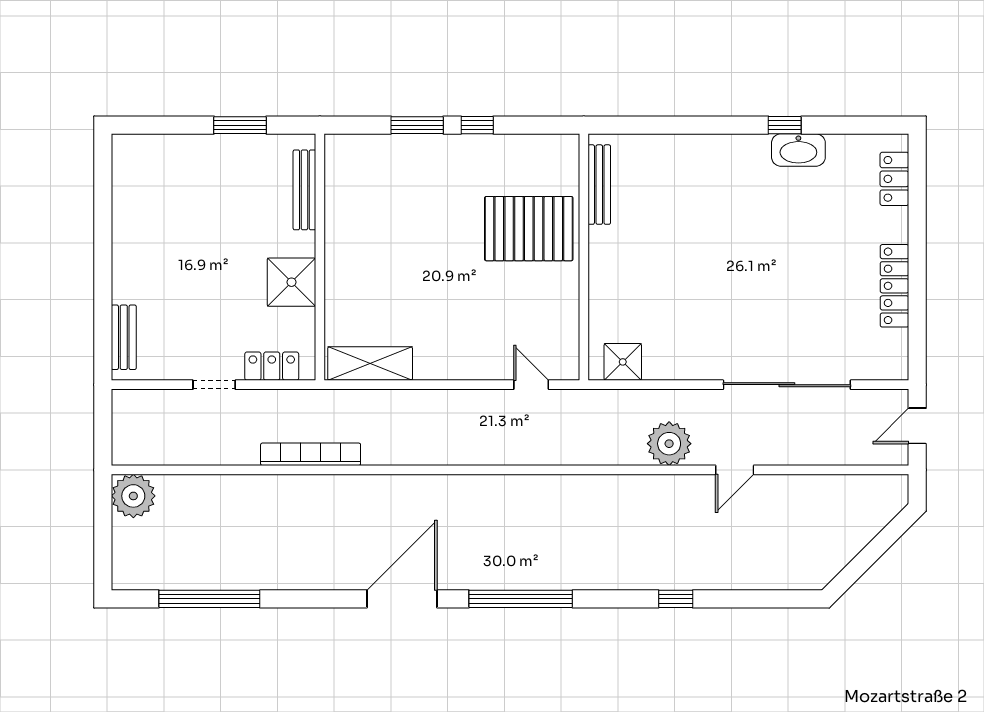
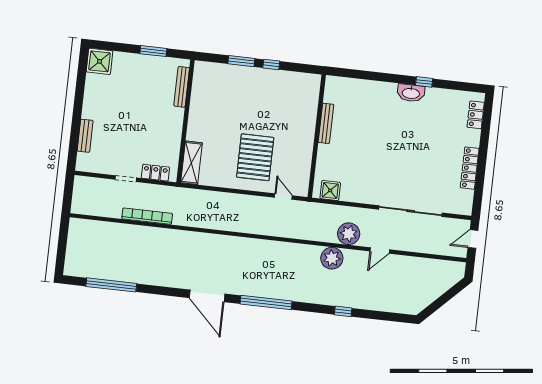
washbasin: (798, 150) -> (411, 93), moved
bench: (599, 185) -> (326, 123), moved
pallet: (529, 229) -> (255, 157), moved, turned 90
shower: (292, 282) -> (100, 61), moved
bench: (124, 337) -> (85, 136), moved
shelving: (370, 364) -> (191, 163), moved, turned 90
bookcase: (311, 454) -> (147, 216), moved
plant: (133, 496) -> (332, 258), moved
door: (402, 599) -> (207, 296), swing flipped

